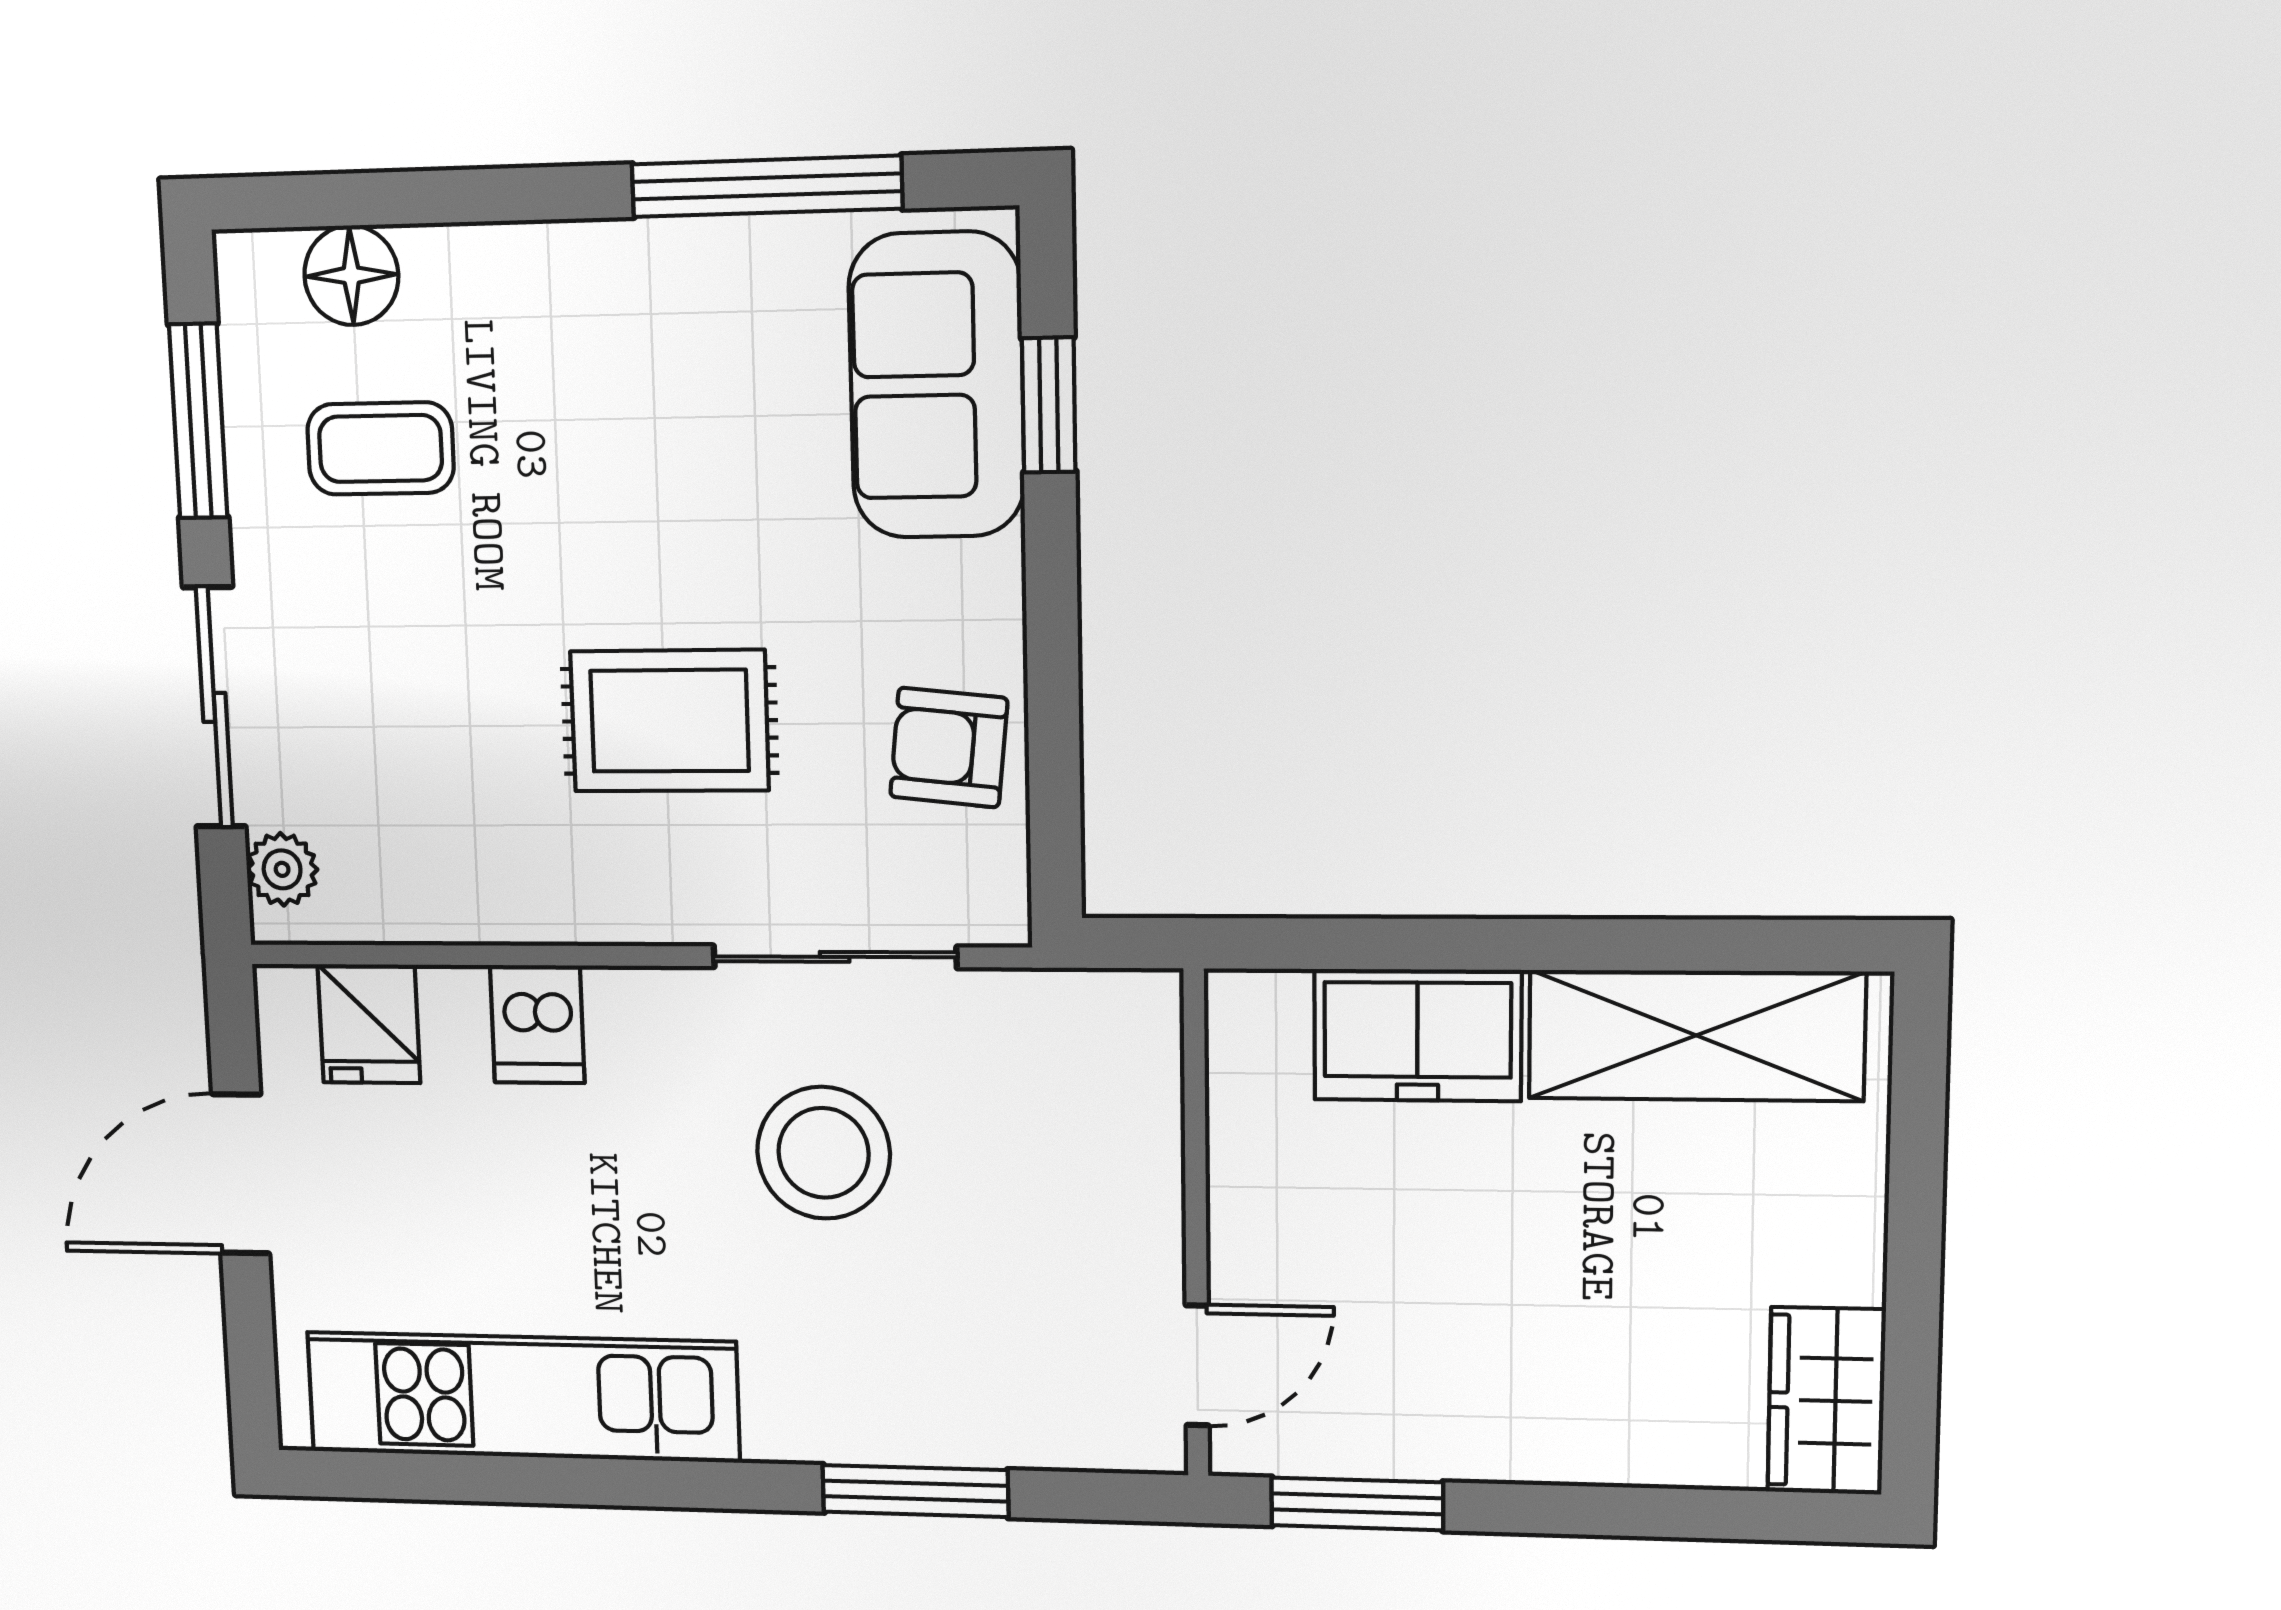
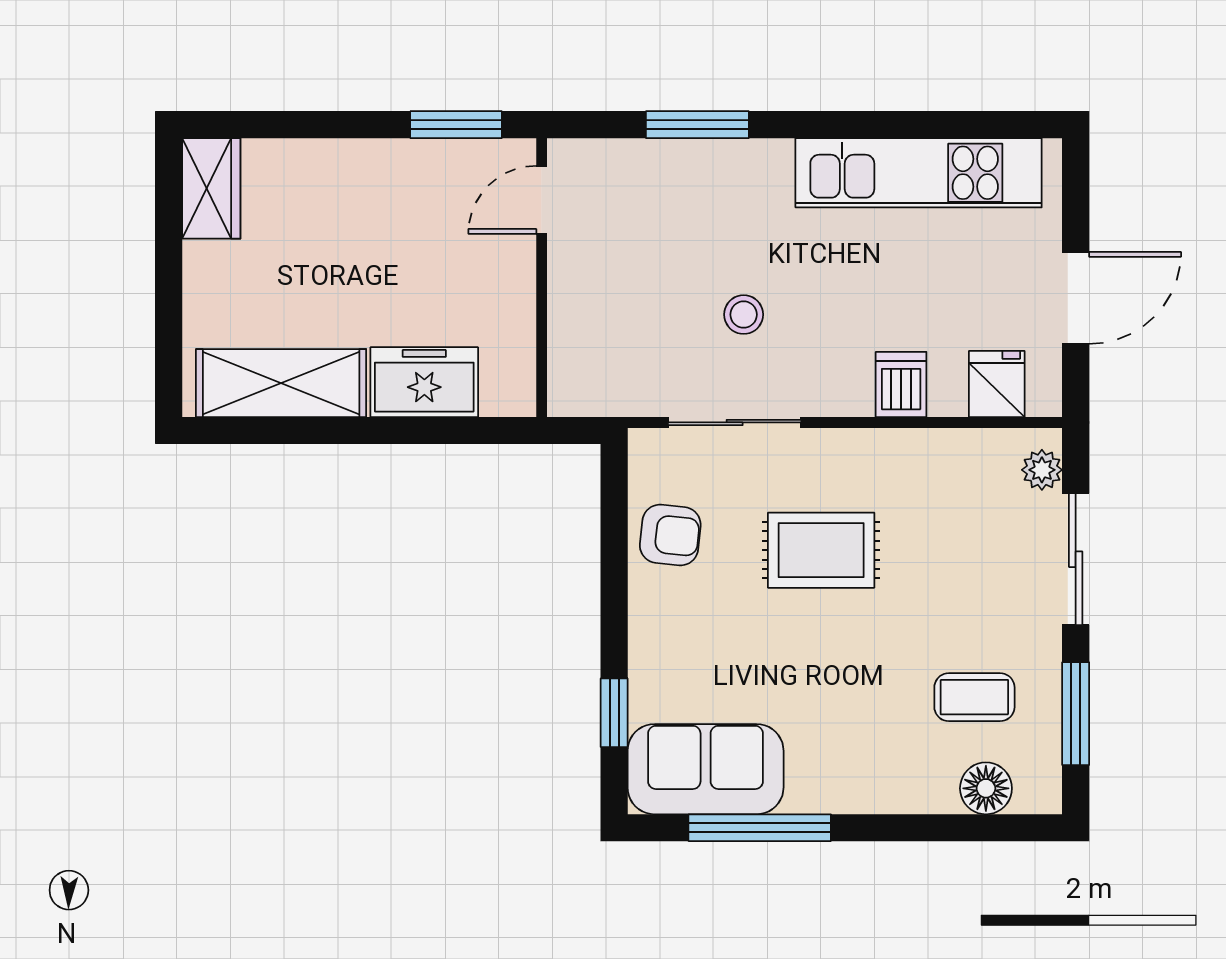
sofa: (937, 385) -> (706, 769), moved, turned -90
stool: (824, 1153) -> (744, 315), width x0.53, depth x0.53

